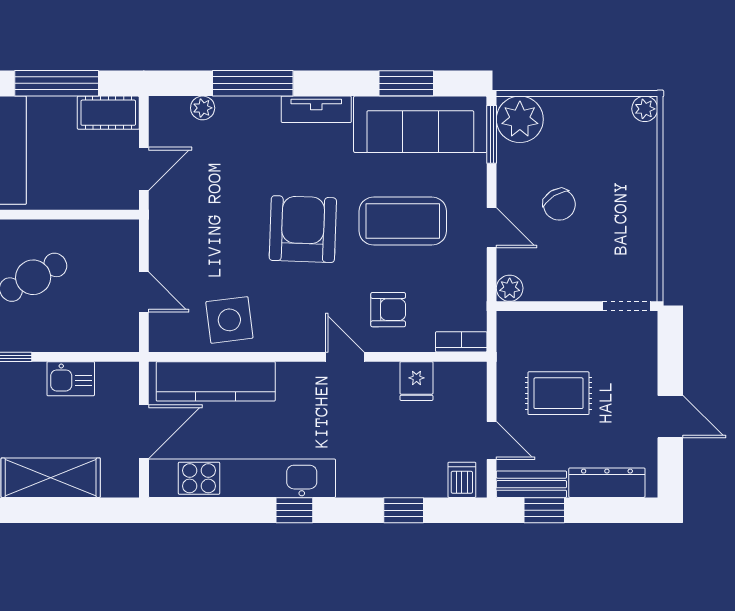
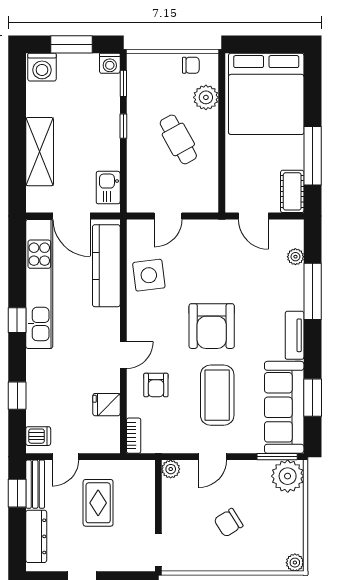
chair: (559, 204) -> (228, 523), moved
armchair: (303, 229) -> (212, 326), turned 88
kitchen sink: (71, 379) -> (108, 188), moved

